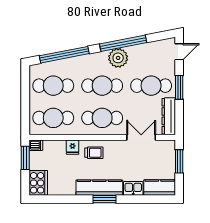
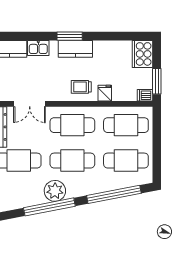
kitchen counter: (99, 188) -> (75, 49), width x0.67

